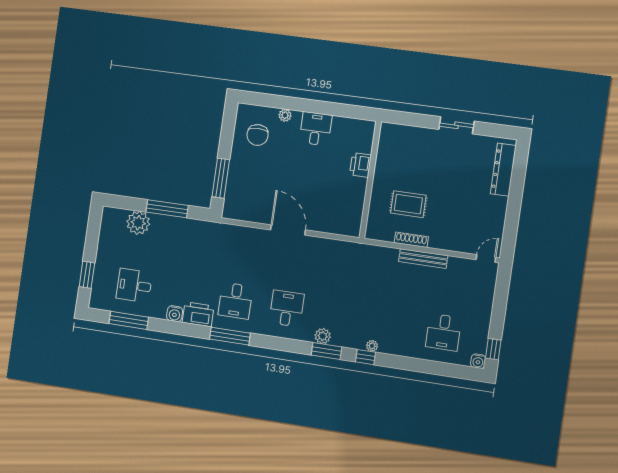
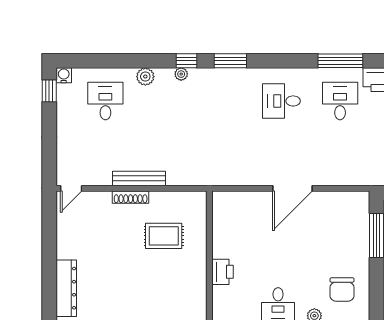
chair: (258, 135) -> (342, 289), turned 180
door: (288, 230) -> (293, 188), hinge flipped
shoe rack: (411, 240) -> (131, 197), moved
desk: (287, 309) -> (281, 101), turned 90
plant: (323, 336) -> (145, 77), moved

